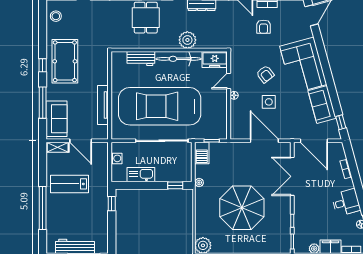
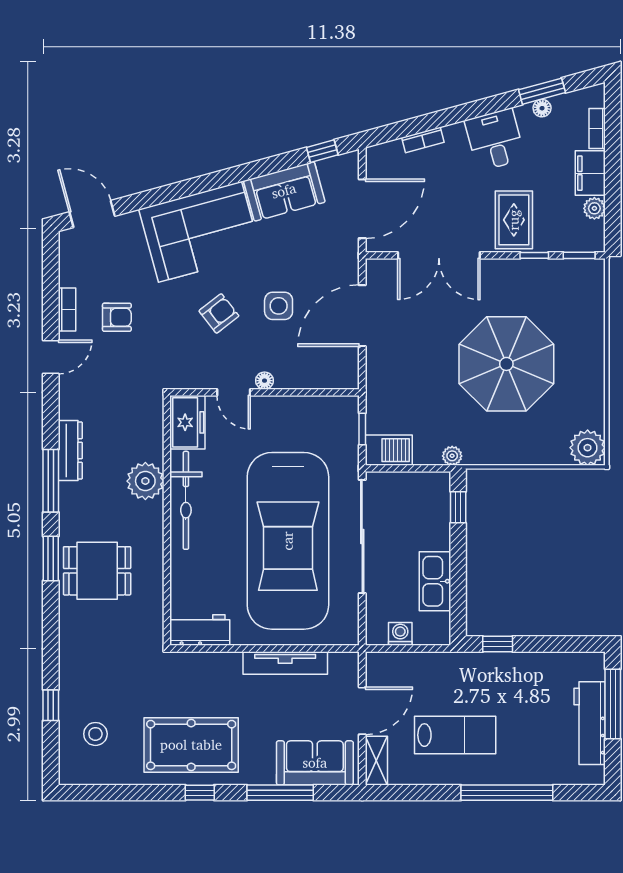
stool: (56, 16) -> (95, 734), moved
workbench: (141, 59) -> (200, 630), moved, turned -90
lab bench: (69, 184) -> (455, 735), turned -90
rug: (309, 211) -> (514, 220), added

